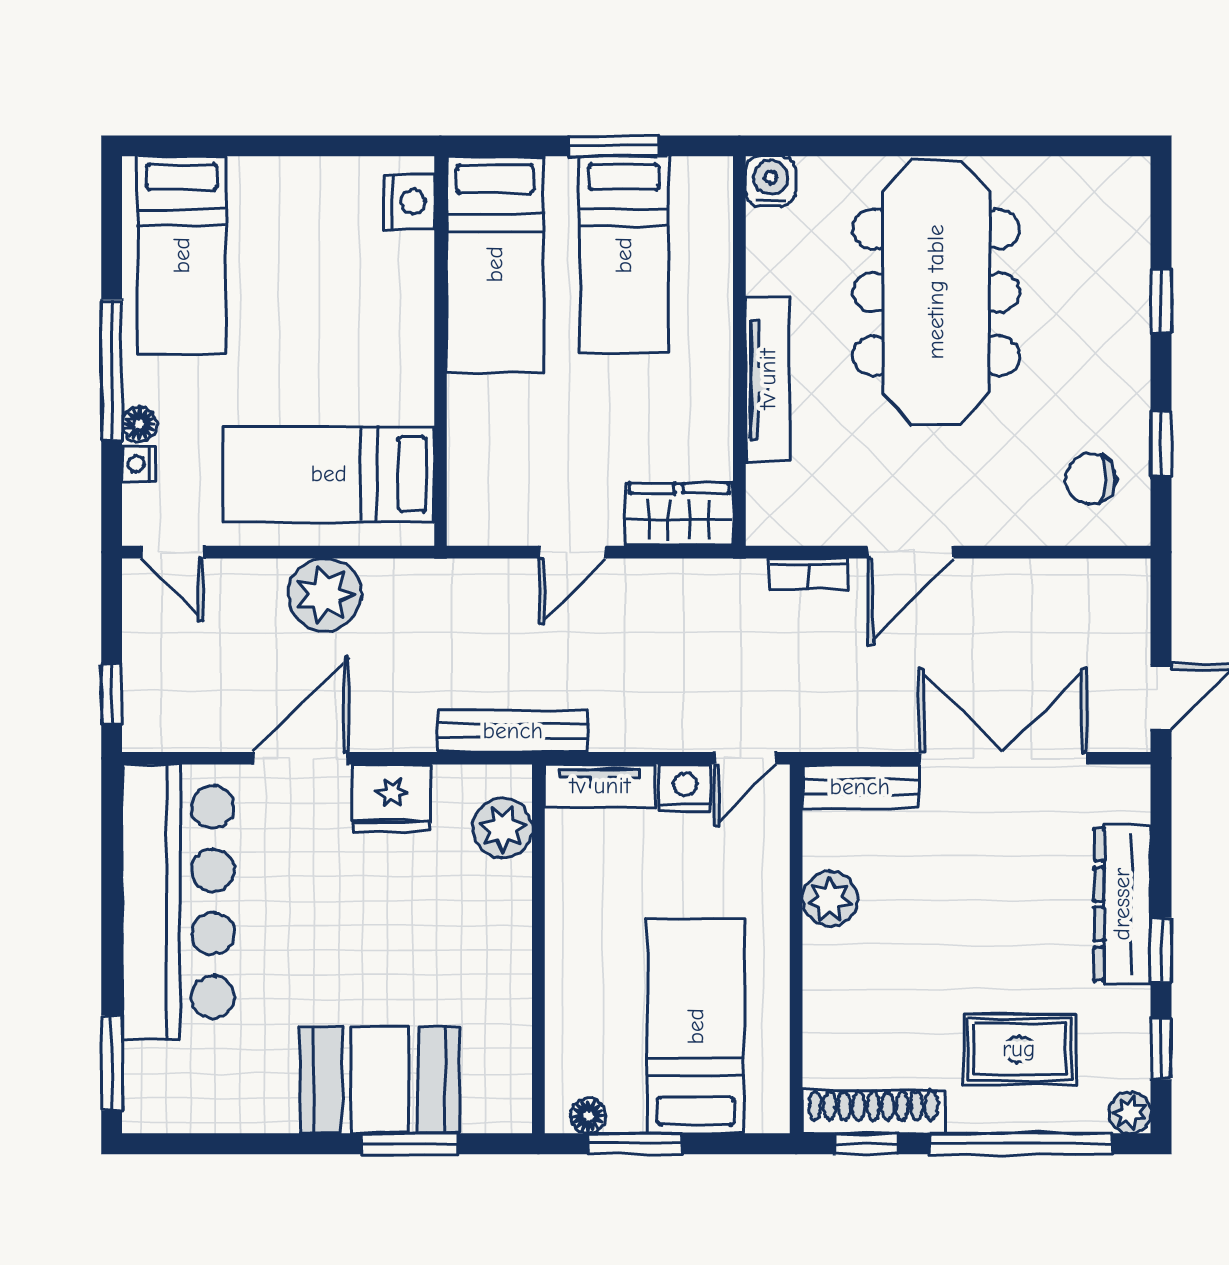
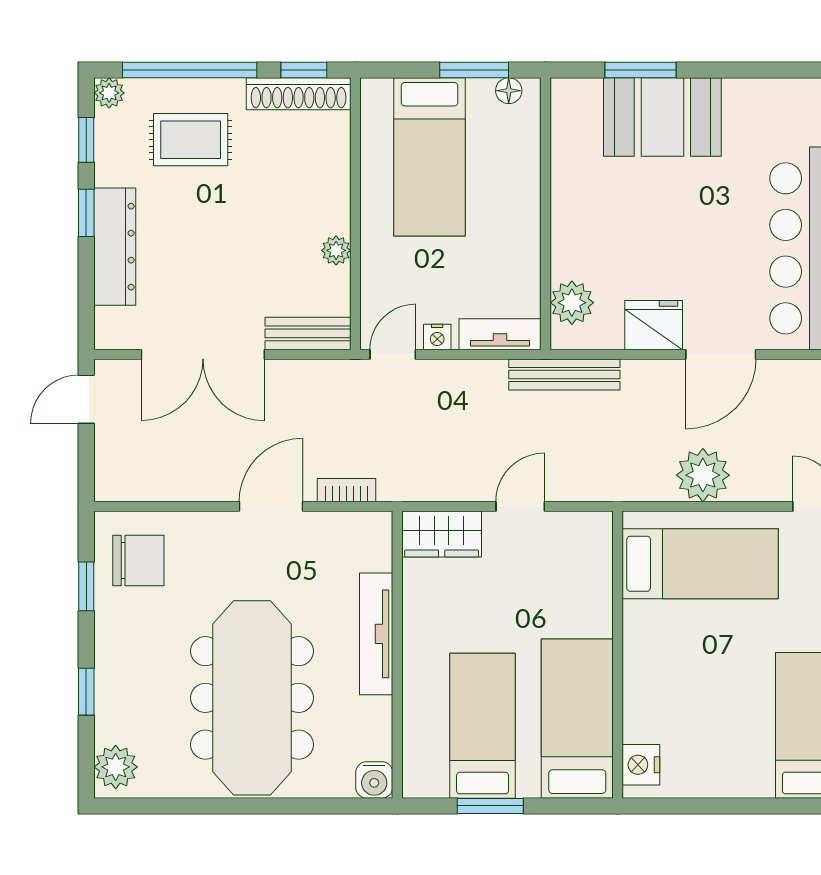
plant: (1121, 199) -> (116, 767), added
chair: (1090, 479) -> (138, 561), width x1.37, depth x1.37
nightstand: (685, 788) -> (437, 337), width x0.72, depth x0.74
plant: (830, 899) -> (336, 250), width x0.73, depth x0.73

